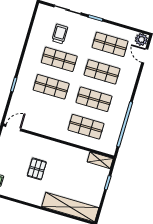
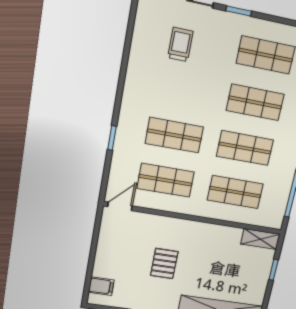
shop shelf: (59, 59) -> (166, 180), moved

